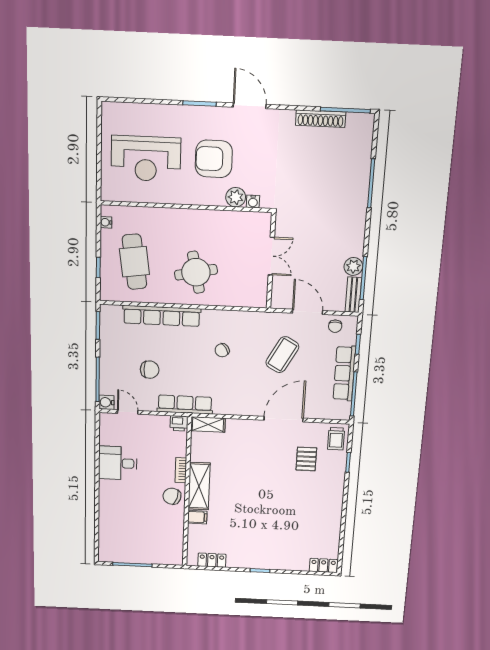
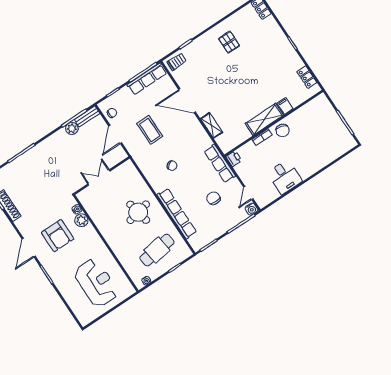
armchair: (214, 159) -> (58, 236), moved
coffee table: (282, 355) -> (150, 130), turned 61
row of seats: (344, 373) -> (147, 79), moved
shelving: (208, 424) -> (211, 126), moved
pallet: (306, 459) -> (229, 42), moved, turned 90

